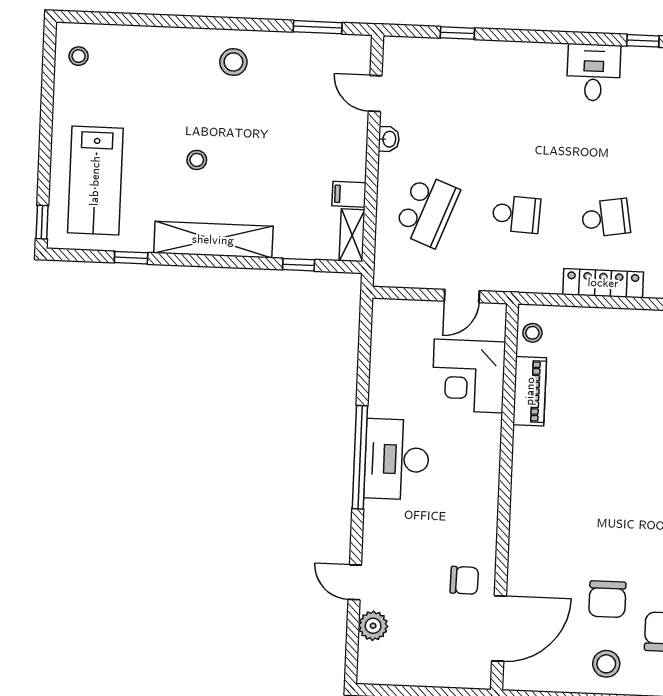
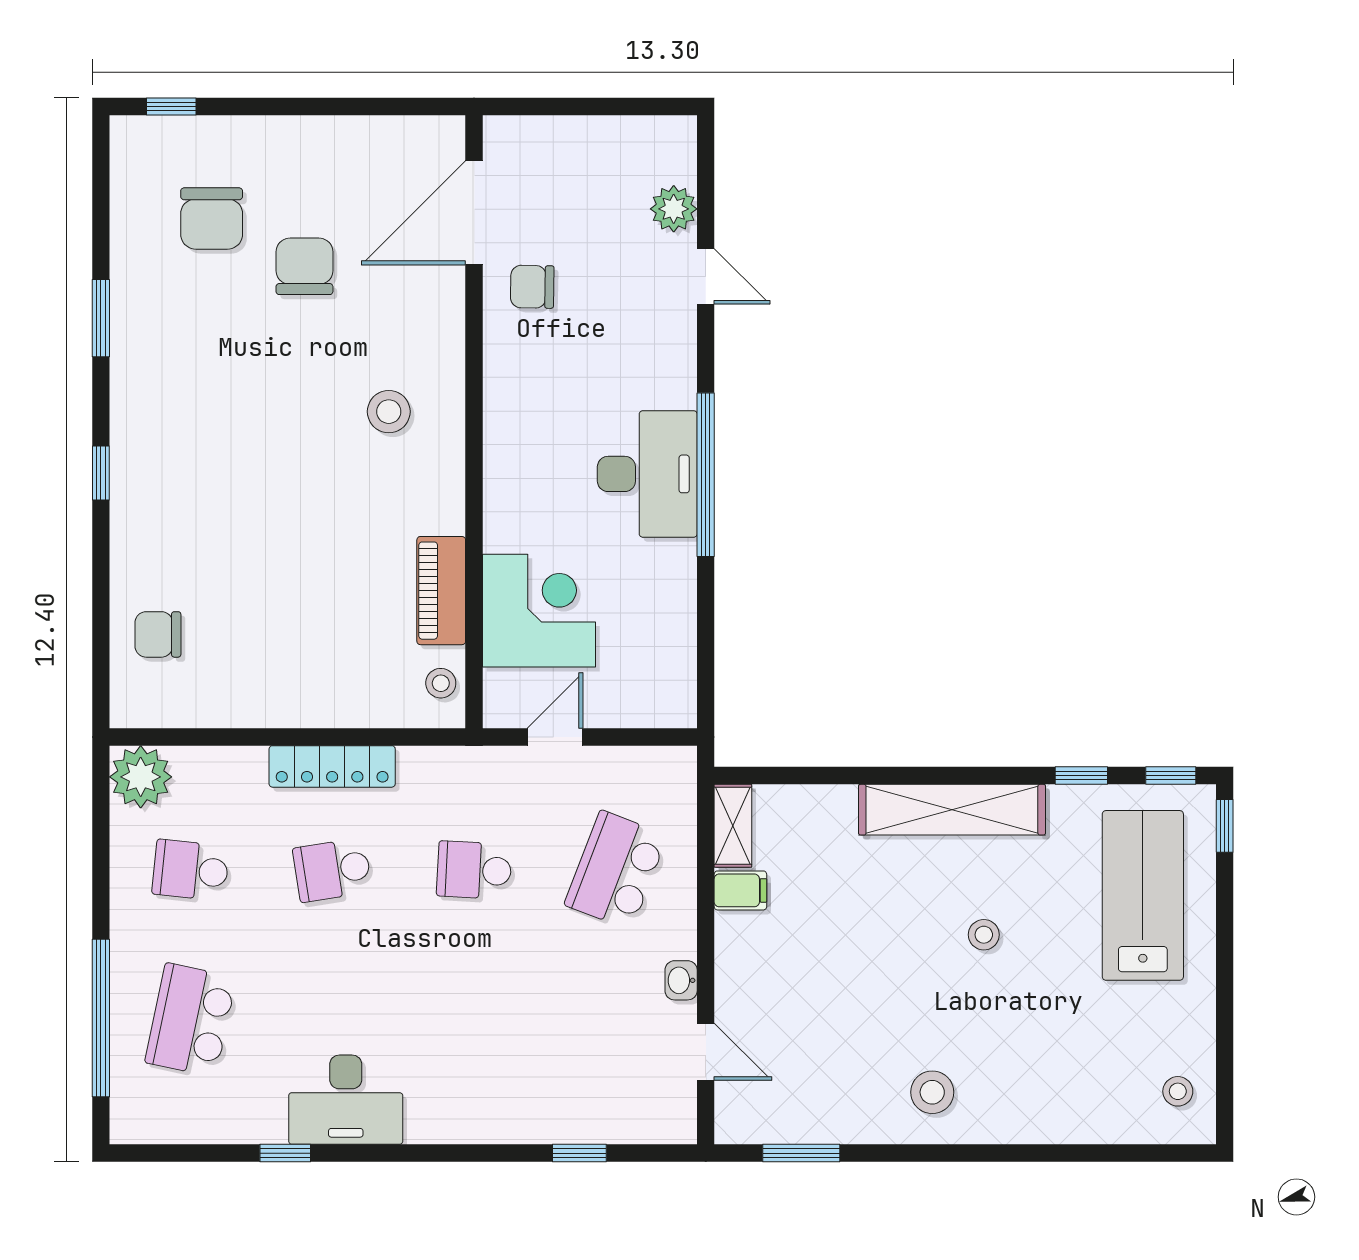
desk: (594, 72) -> (346, 1100), width x1.37
window: (299, 265) -> (1171, 776), moved
stool: (606, 664) -> (389, 412), moved

